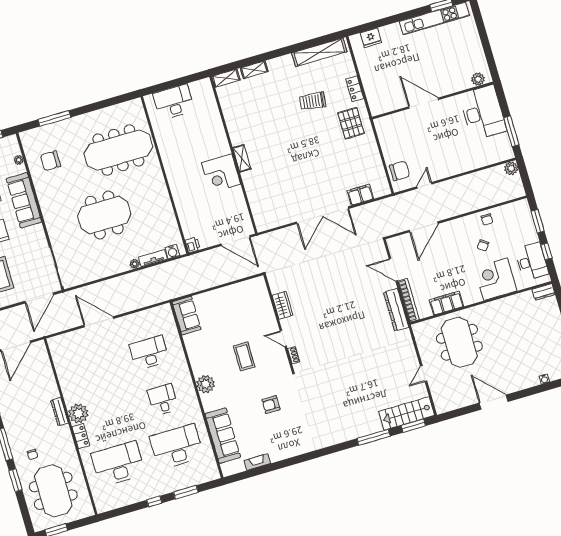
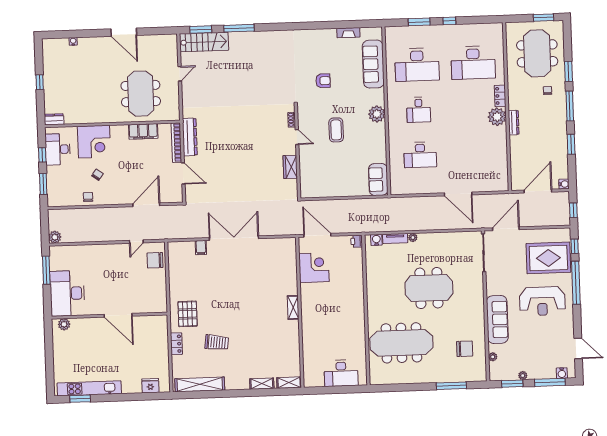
corner desk: (221, 173) -> (314, 268), moved
filing cabinet: (360, 195) -> (201, 248), width x0.50

